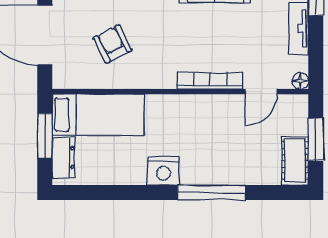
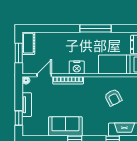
nightstand: (164, 171) -> (77, 68), moved, turned 180
window: (211, 193) -> (96, 28), moved

